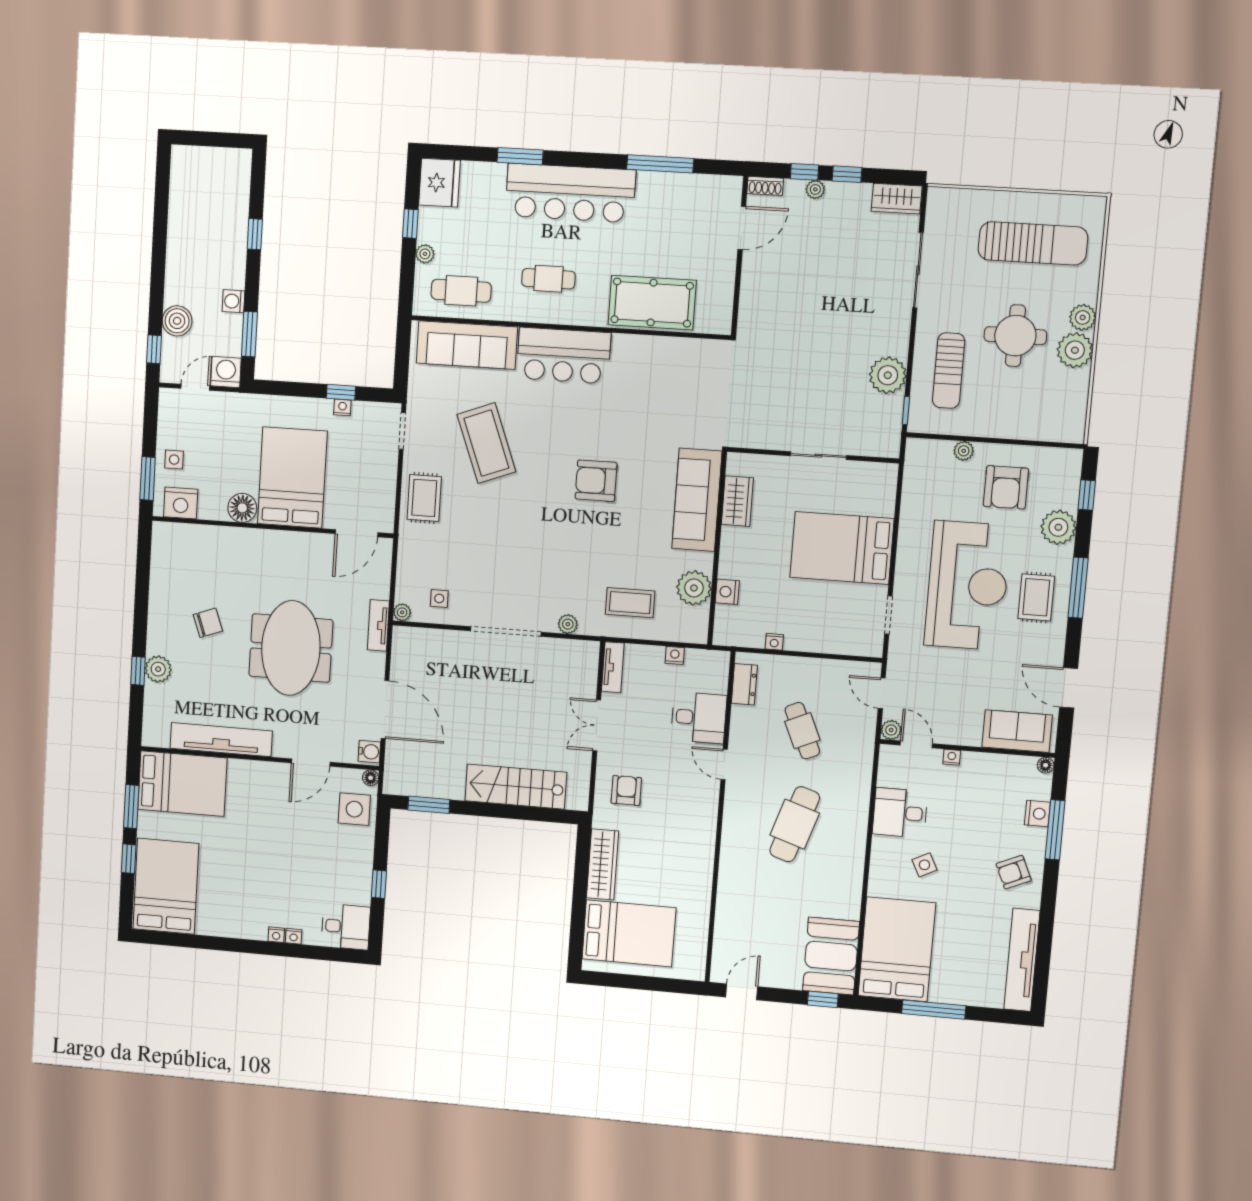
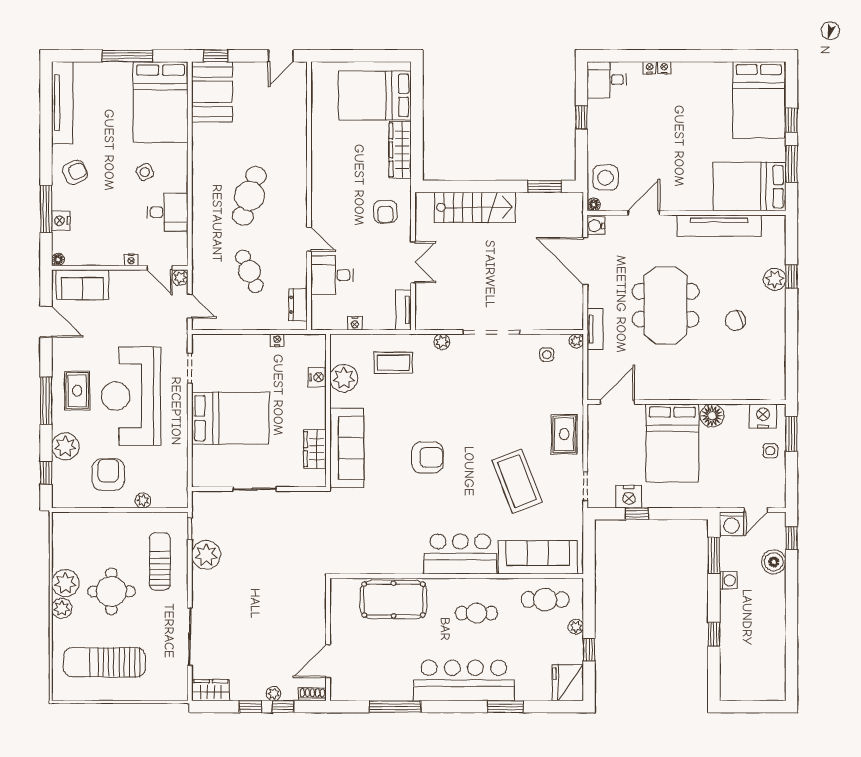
nightstand: (342, 407) -> (629, 497), width x1.89, depth x1.79

